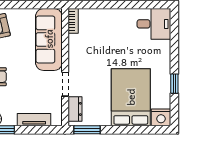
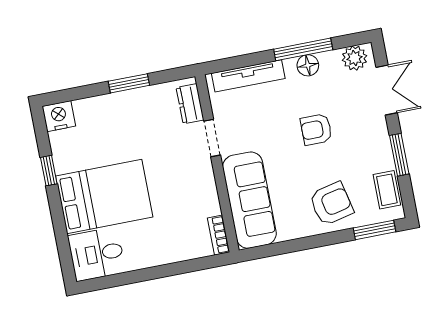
bed: (131, 97) -> (104, 197), moved, turned -90
tv unit: (34, 120) -> (248, 76), width x1.41
window: (87, 130) -> (129, 83), moved

